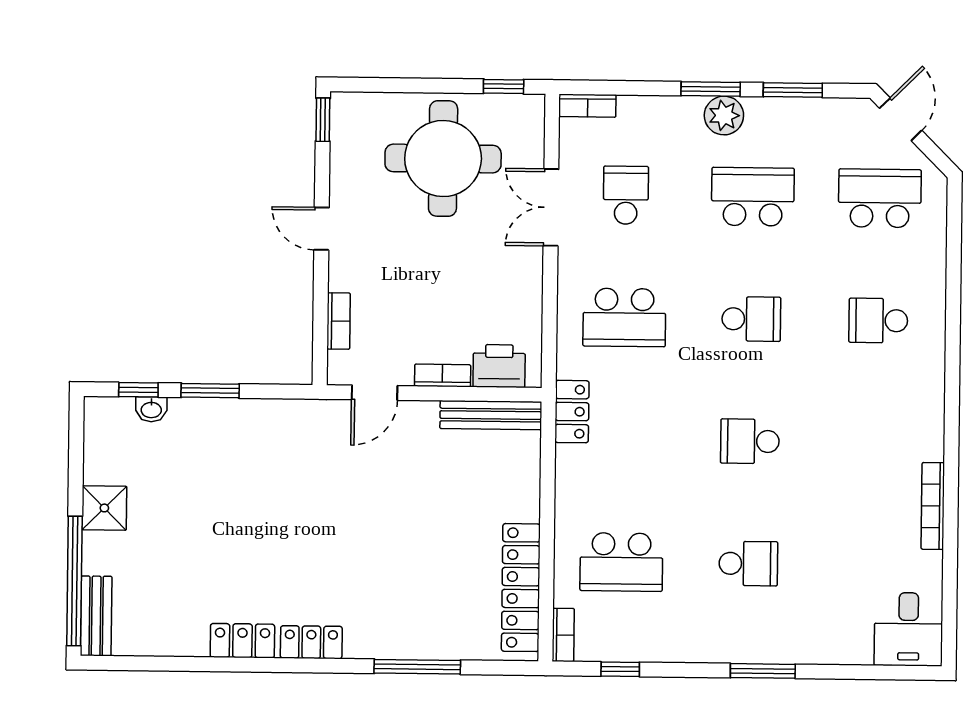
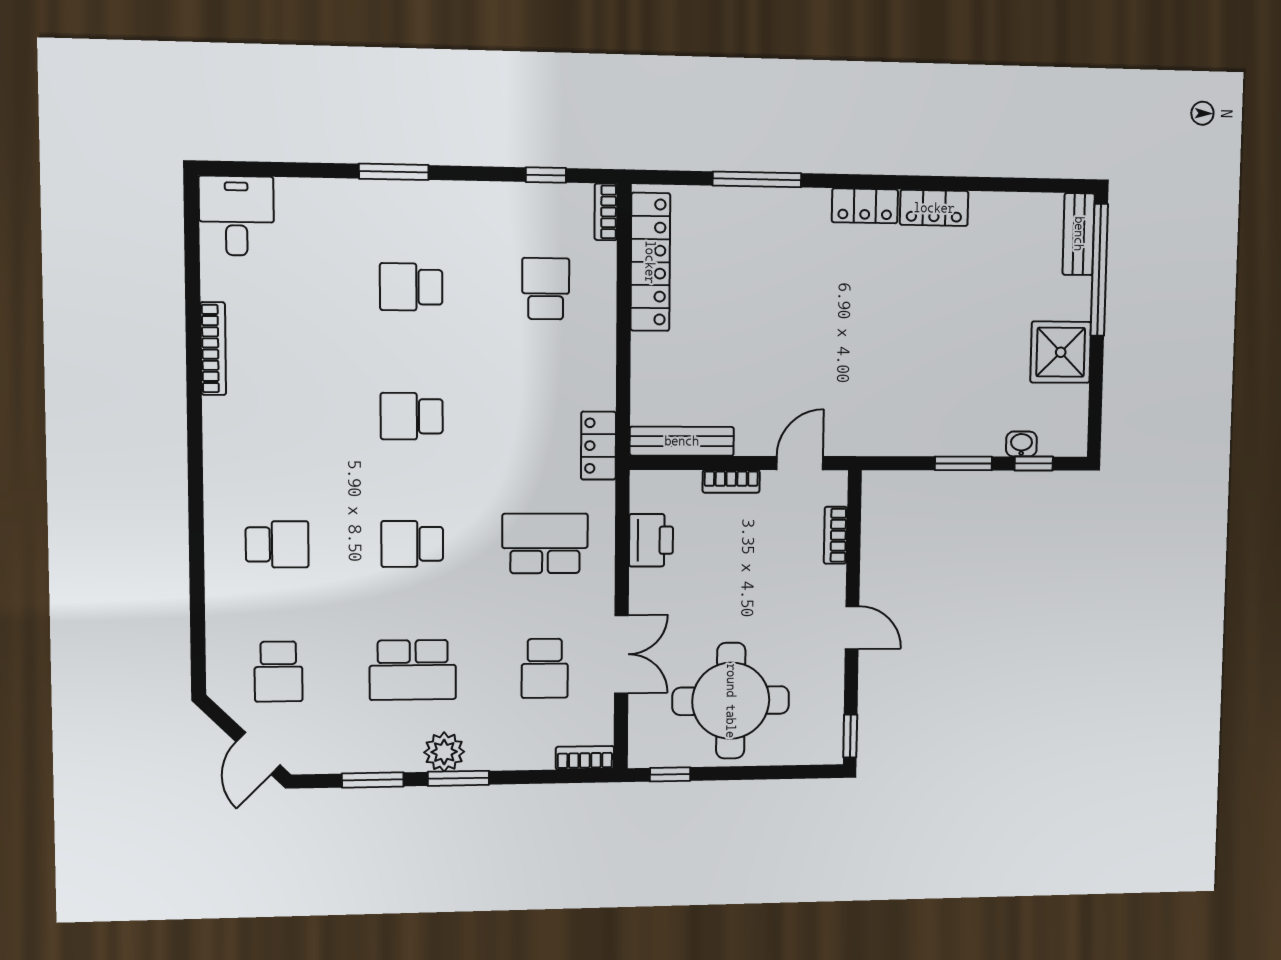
school desk: (880, 198) -> (278, 672), width x0.54
printer: (499, 366) -> (651, 540), moved, turned -90
school desk: (750, 441) -> (412, 416), turned 180
shower: (104, 508) -> (1061, 352), width x1.36, depth x1.36
school desk: (621, 562) -> (546, 289), width x0.54

